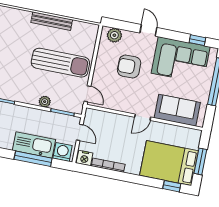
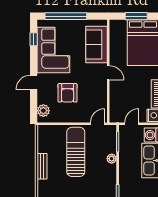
bench: (52, 21) -> (42, 166), width x0.73

